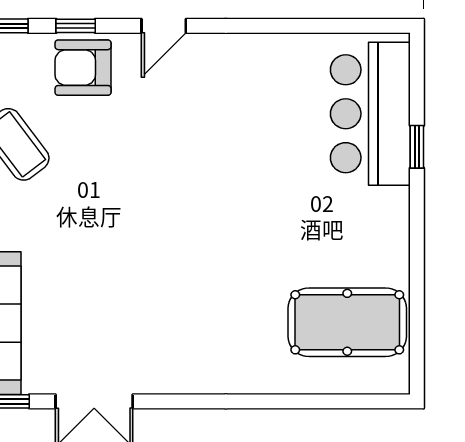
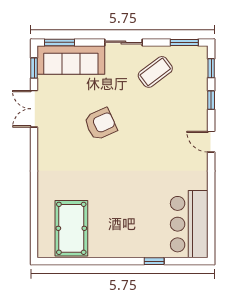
armchair: (83, 68) -> (101, 124), moved, turned 66
bar counter: (370, 114) -> (189, 224), moved, turned -90

